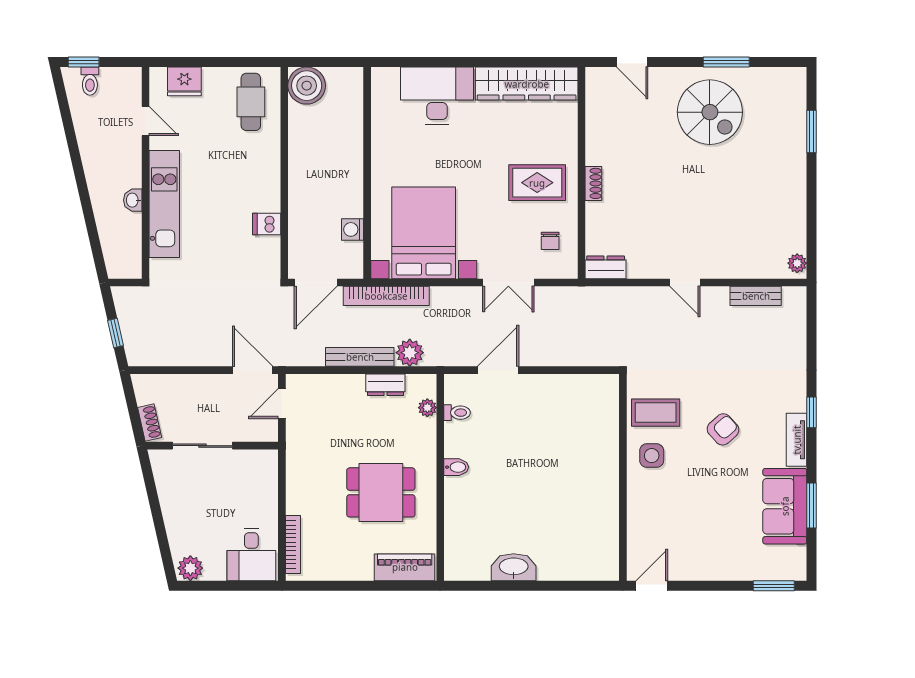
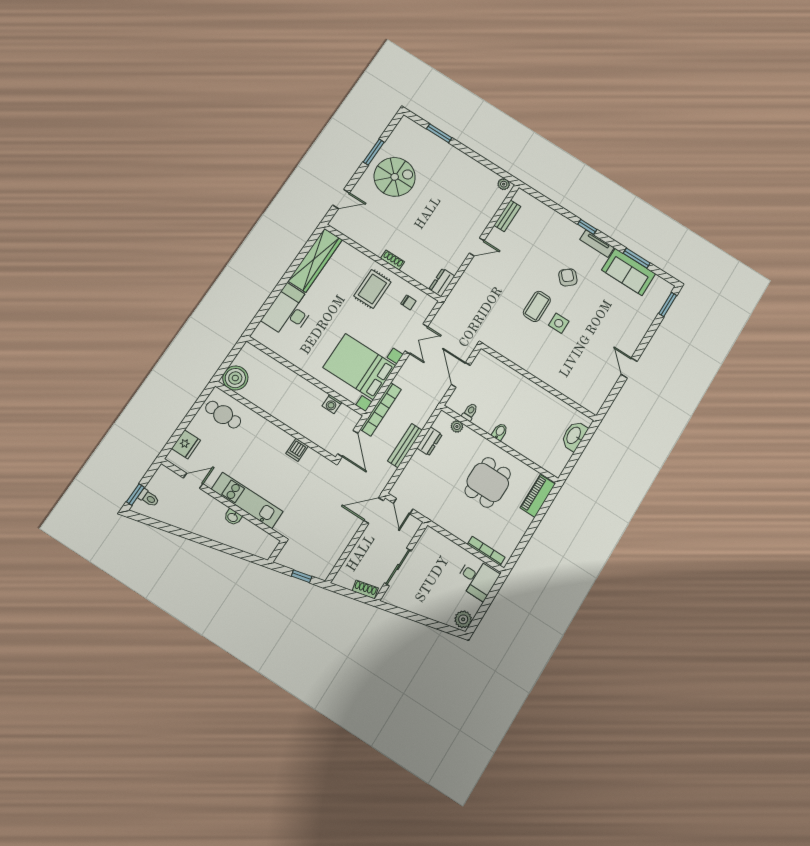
plant: (410, 353) -> (420, 417), removed
wall: (623, 477) -> (538, 382), moved

